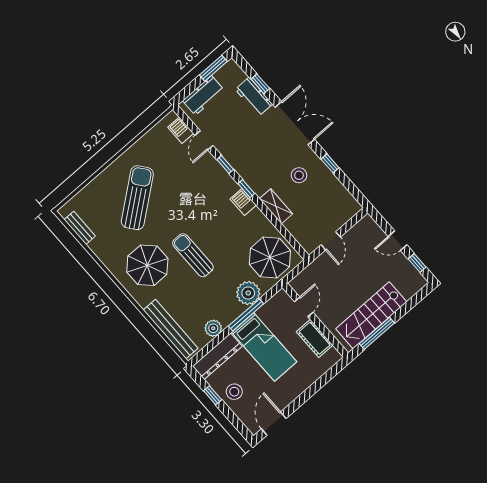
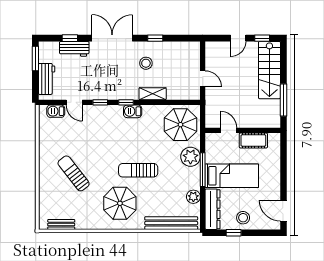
sun lounger: (137, 198) -> (74, 173), width x0.73, depth x0.75
stairs: (371, 315) -> (269, 70), moved

